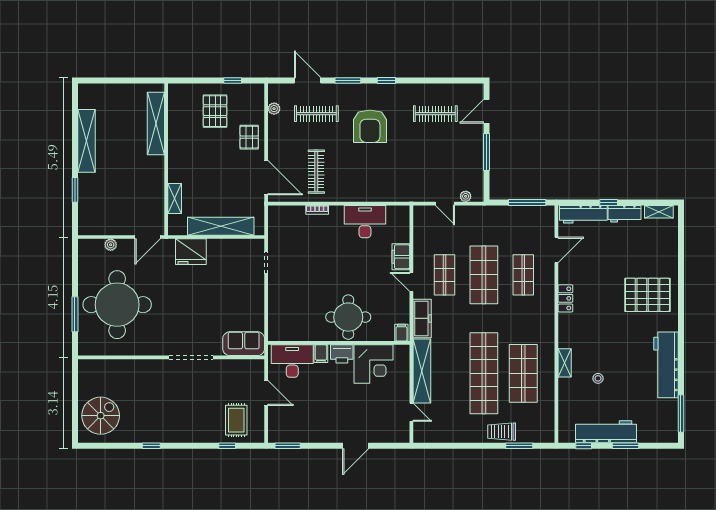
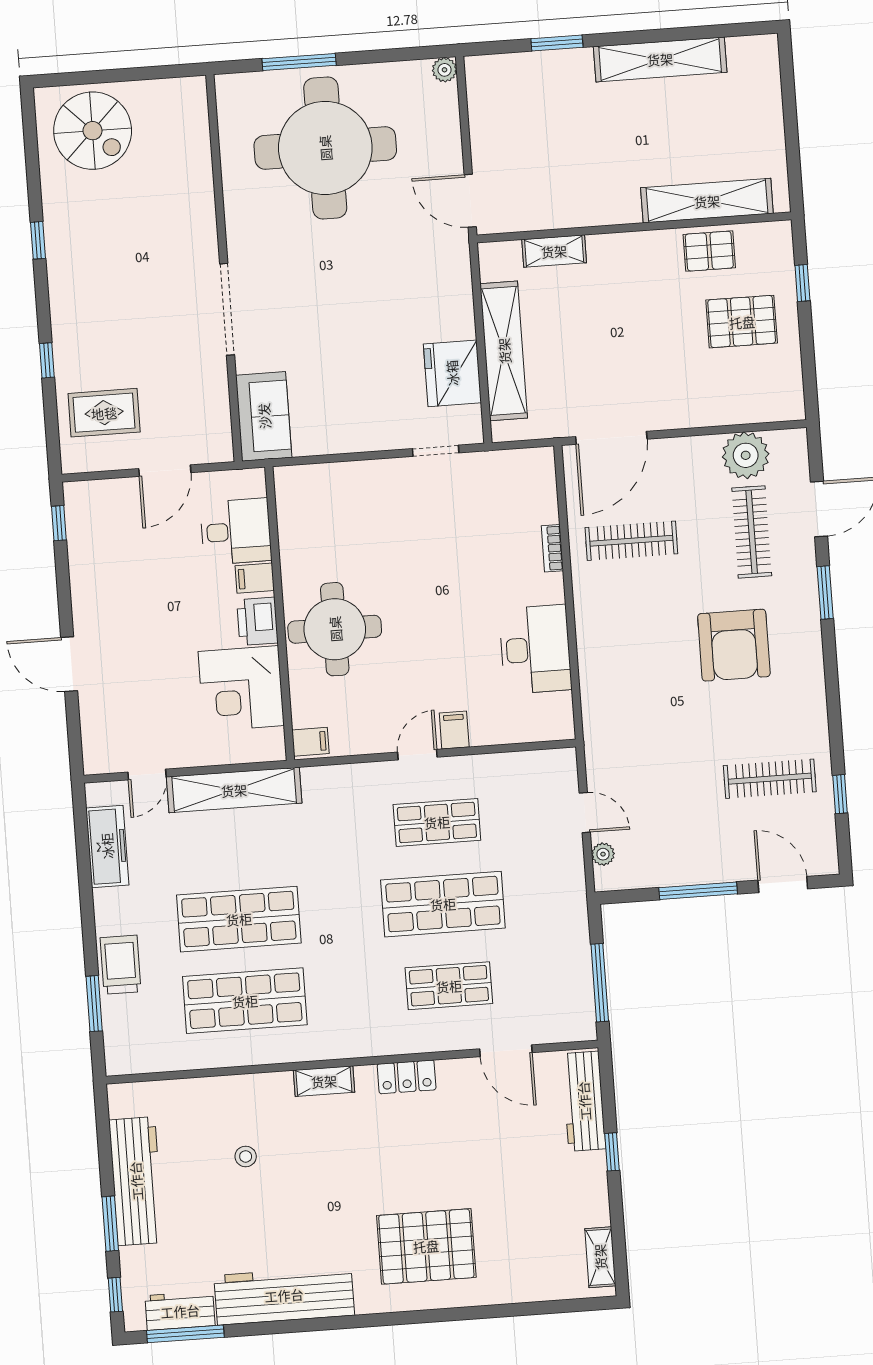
window: (233, 81) -> (802, 283), moved
window: (386, 81) -> (840, 794), moved
plant: (274, 109) -> (746, 455), width x1.88, depth x1.88
clothes rail: (435, 114) -> (770, 779), turned 90
armchair: (370, 126) -> (734, 645), turned -90
pallet: (249, 137) -> (709, 251), moved
door: (445, 204) -> (585, 813), swing flipped
workbench: (624, 214) -> (180, 1311), moved, turned 90
plant: (111, 245) -> (444, 70), moved
fridge: (191, 252) -> (452, 373), moved
filing cabinet: (401, 257) -> (454, 730), width x0.50
pallet: (647, 295) -> (426, 1246), turned 90
freezer: (422, 318) -> (107, 846), moved, turned -90
desk: (292, 361) -> (236, 531), width x0.73
shelving: (565, 363) -> (324, 1081), moved
shop shelf: (484, 373) -> (239, 919), width x0.71
window: (227, 446) -> (47, 360), moved
window: (288, 446) -> (59, 523), width x0.67
window: (584, 446) -> (115, 1295), moved

